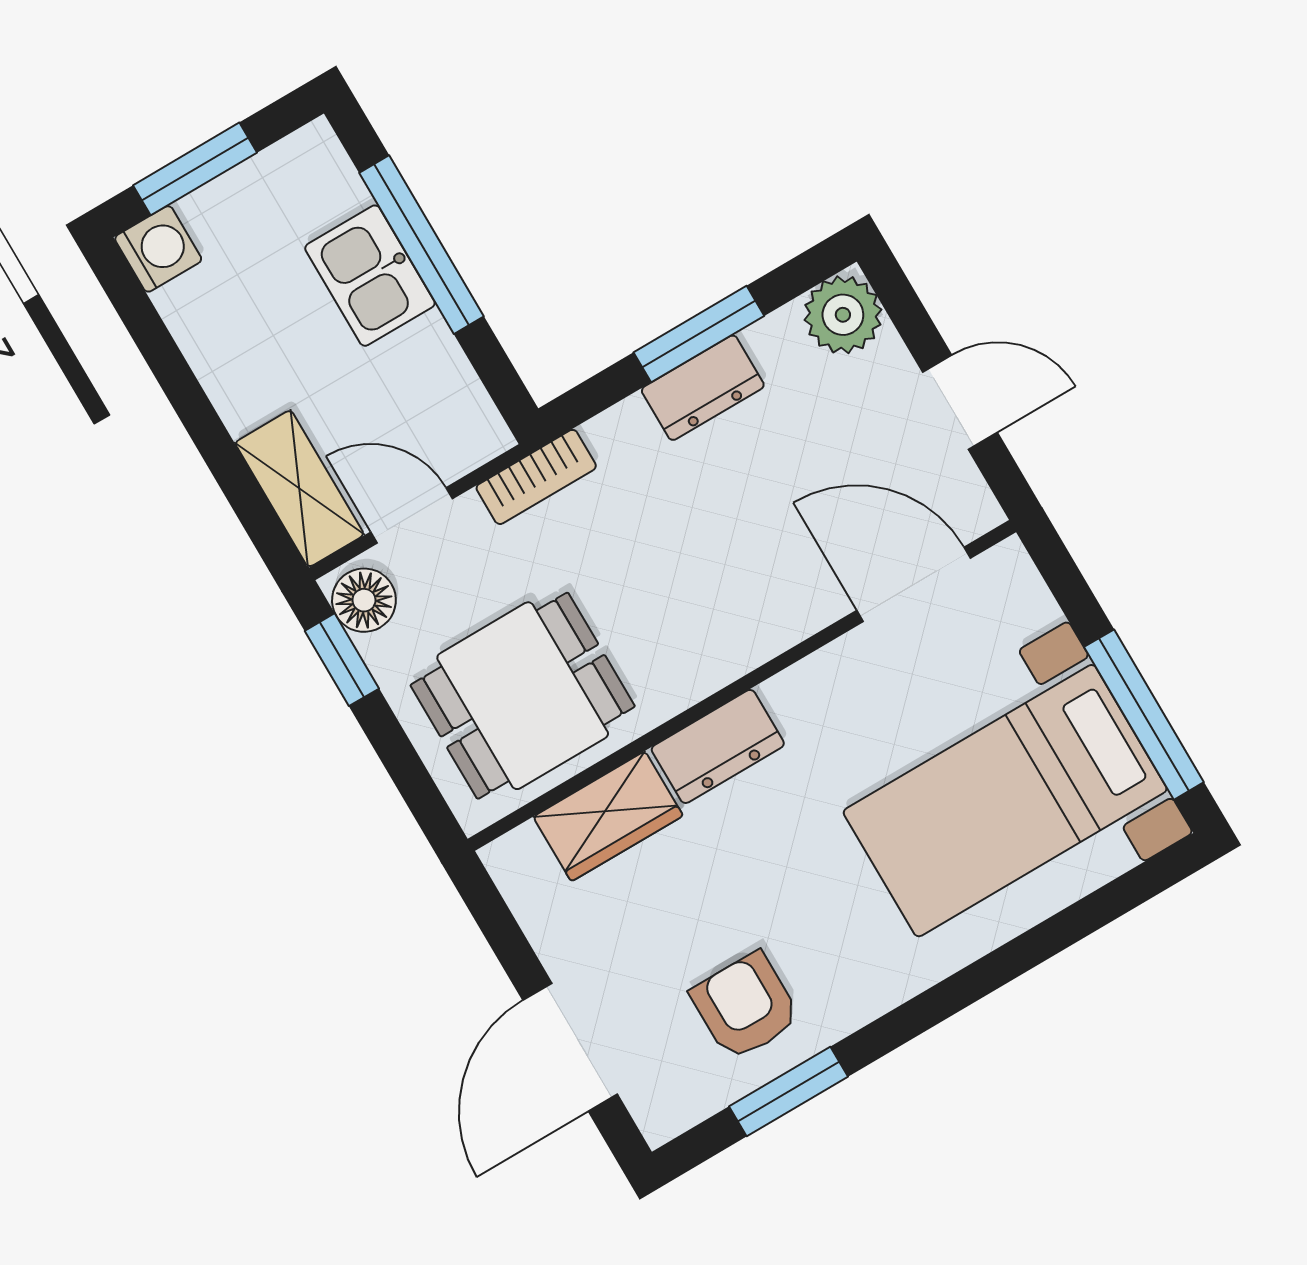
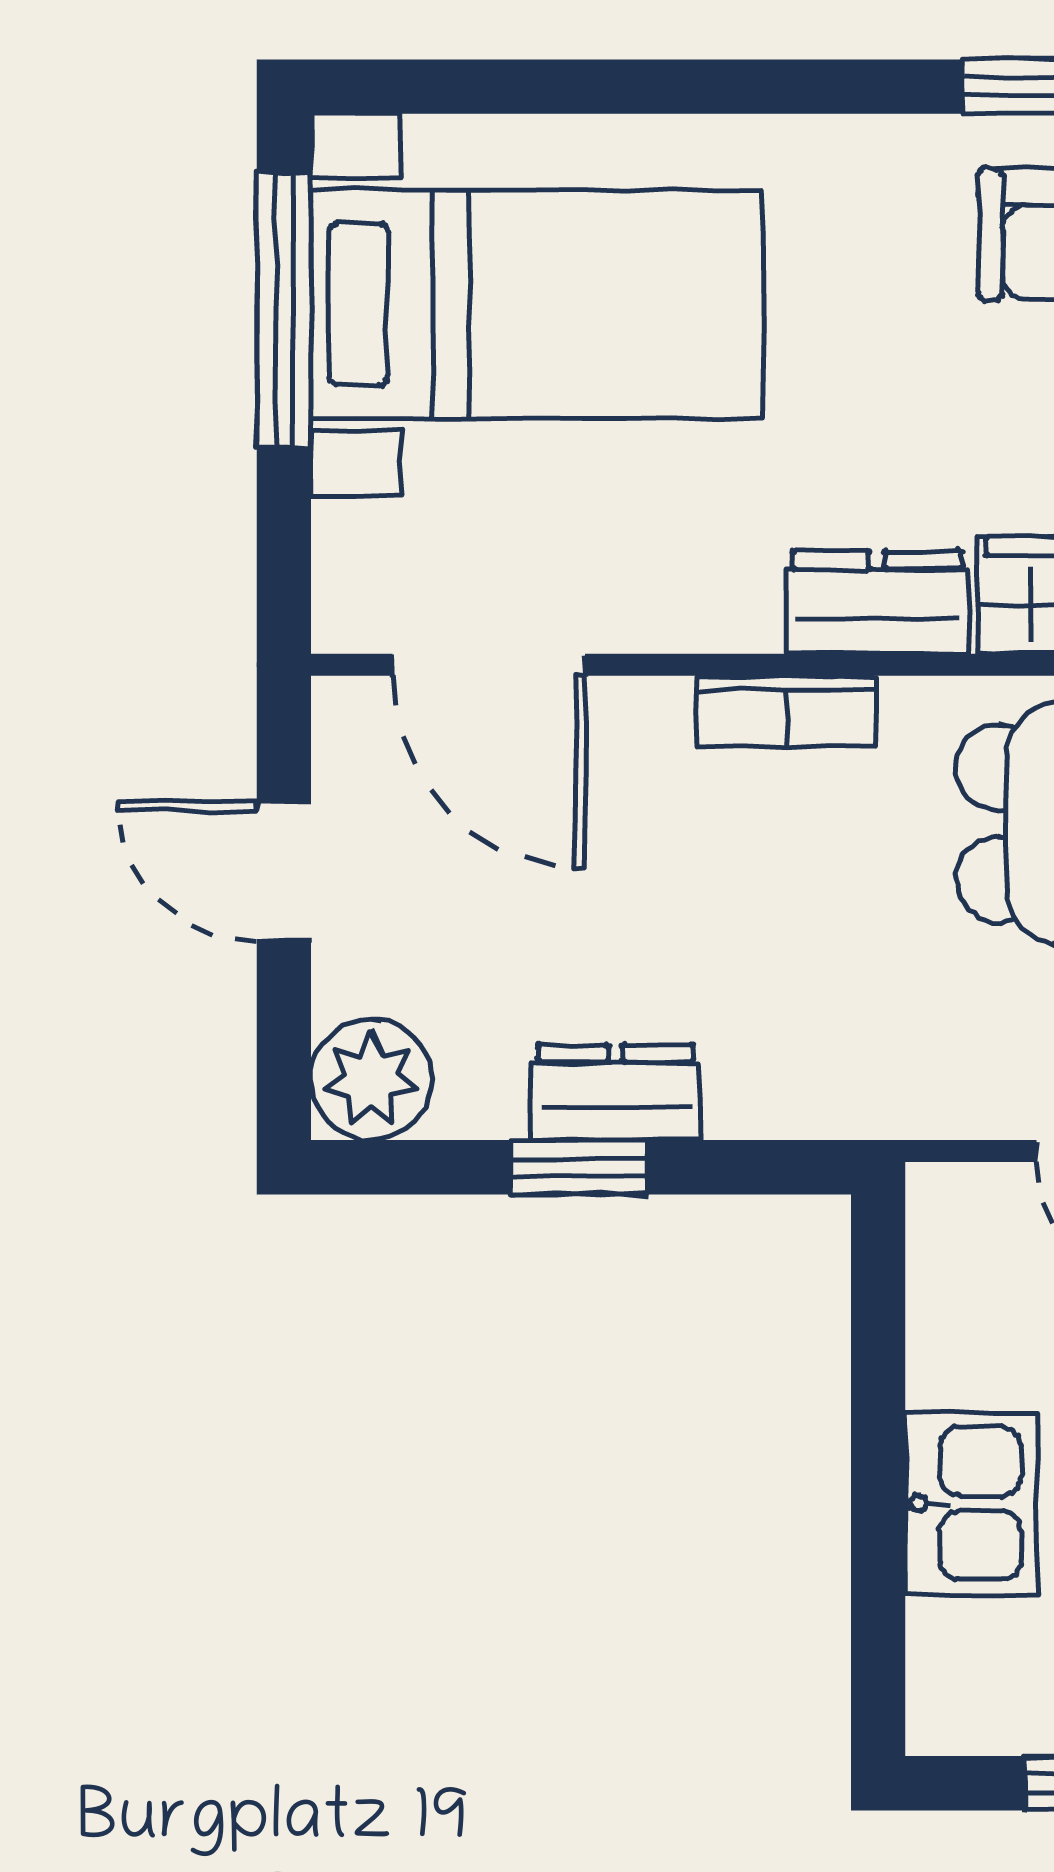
window: (421, 245) -> (878, 1504), removed
window: (699, 334) -> (579, 1167), width x0.67
bookcase: (536, 477) -> (786, 711), moved, turned 180

